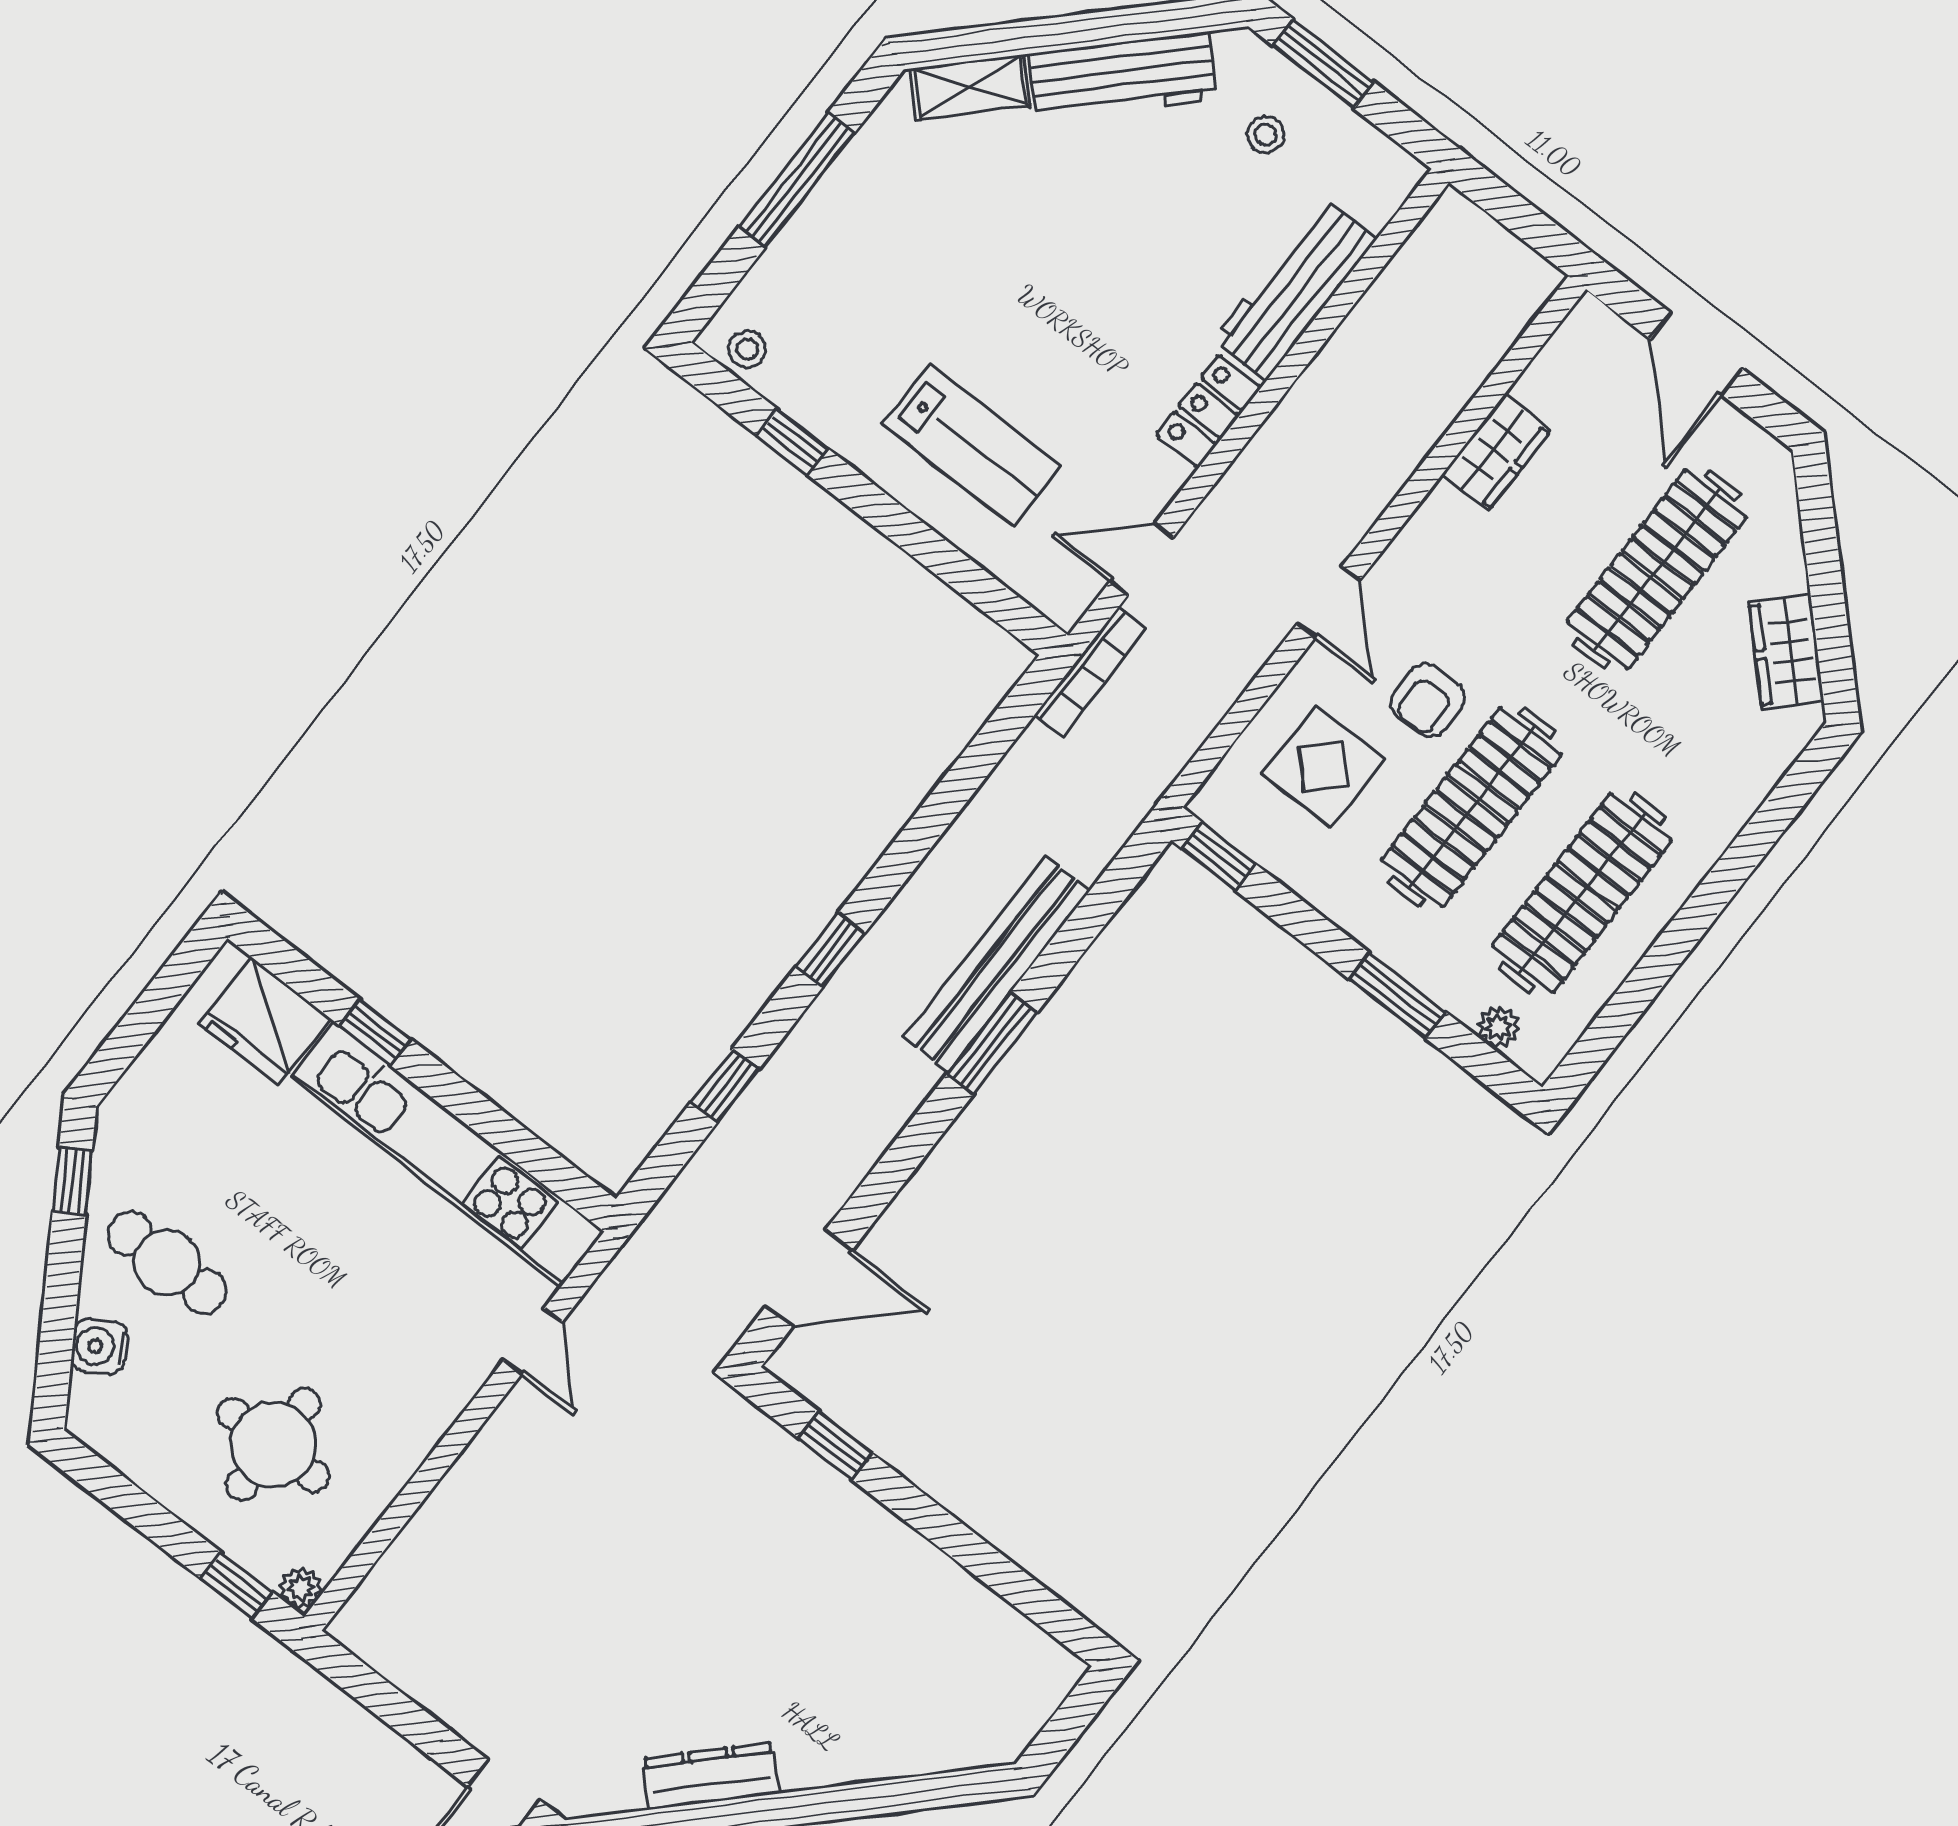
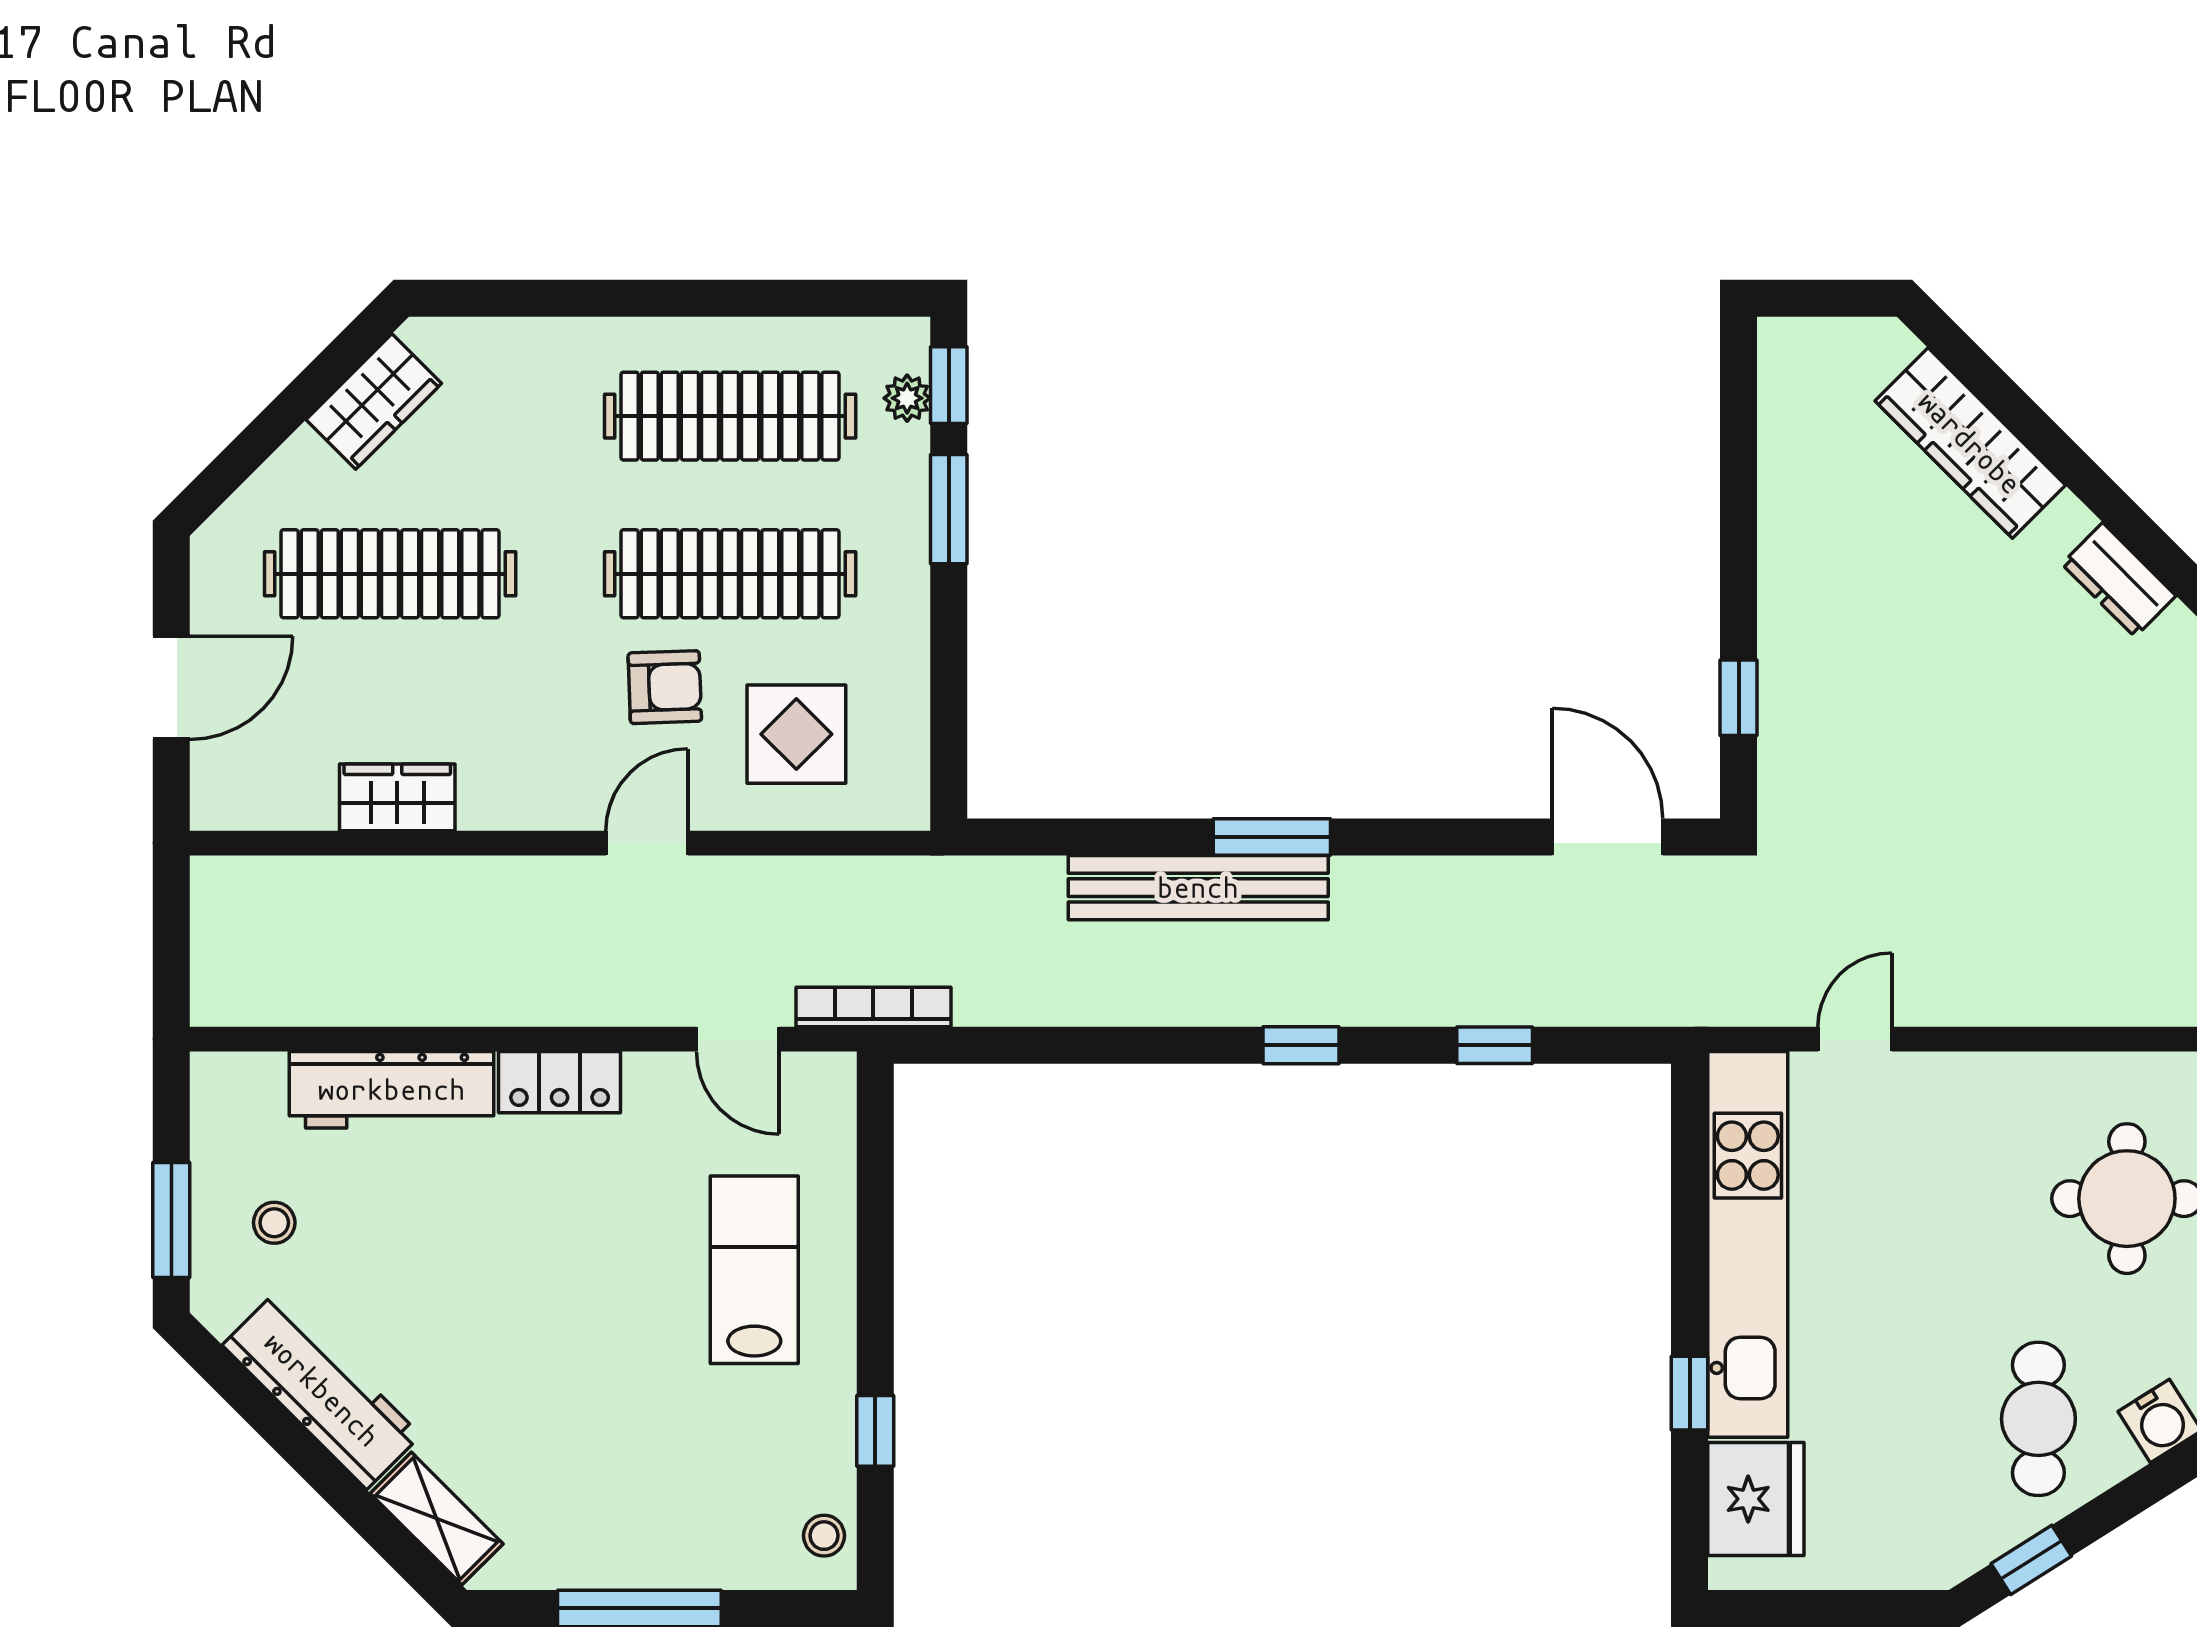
window: (1219, 856) -> (949, 385), moved
wardrobe: (887, 1747) -> (1970, 443), added
dresser: (711, 1776) -> (2119, 580), width x0.70

